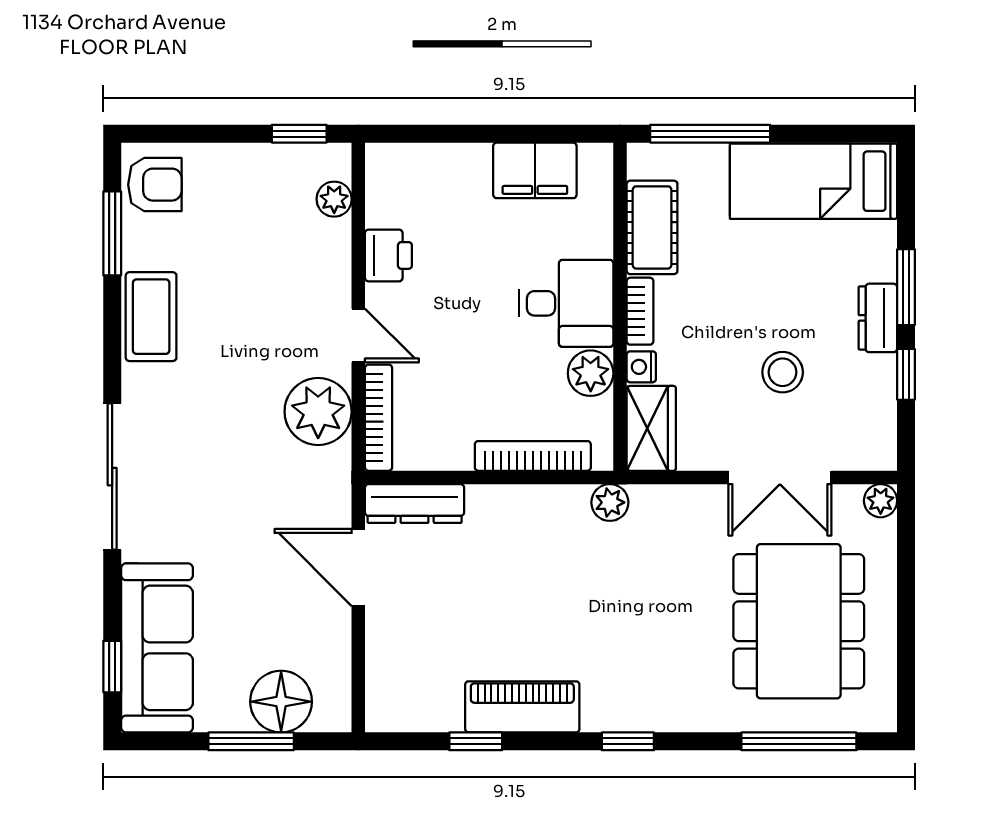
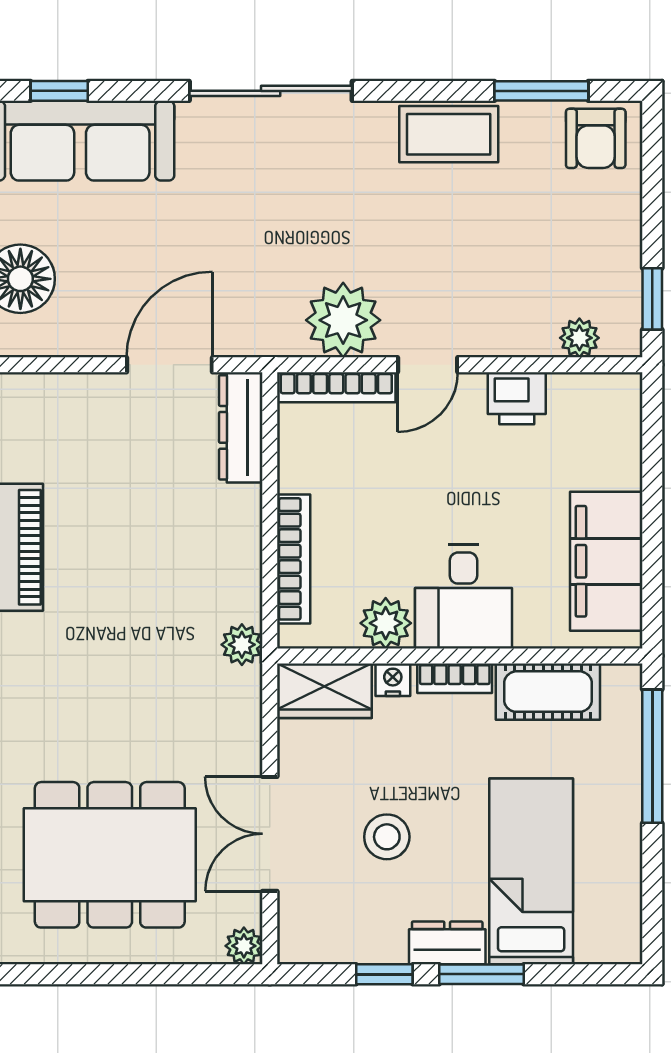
filing cabinet: (535, 170) -> (606, 561), width x1.50, depth x1.17
bed: (814, 181) -> (531, 871), moved

